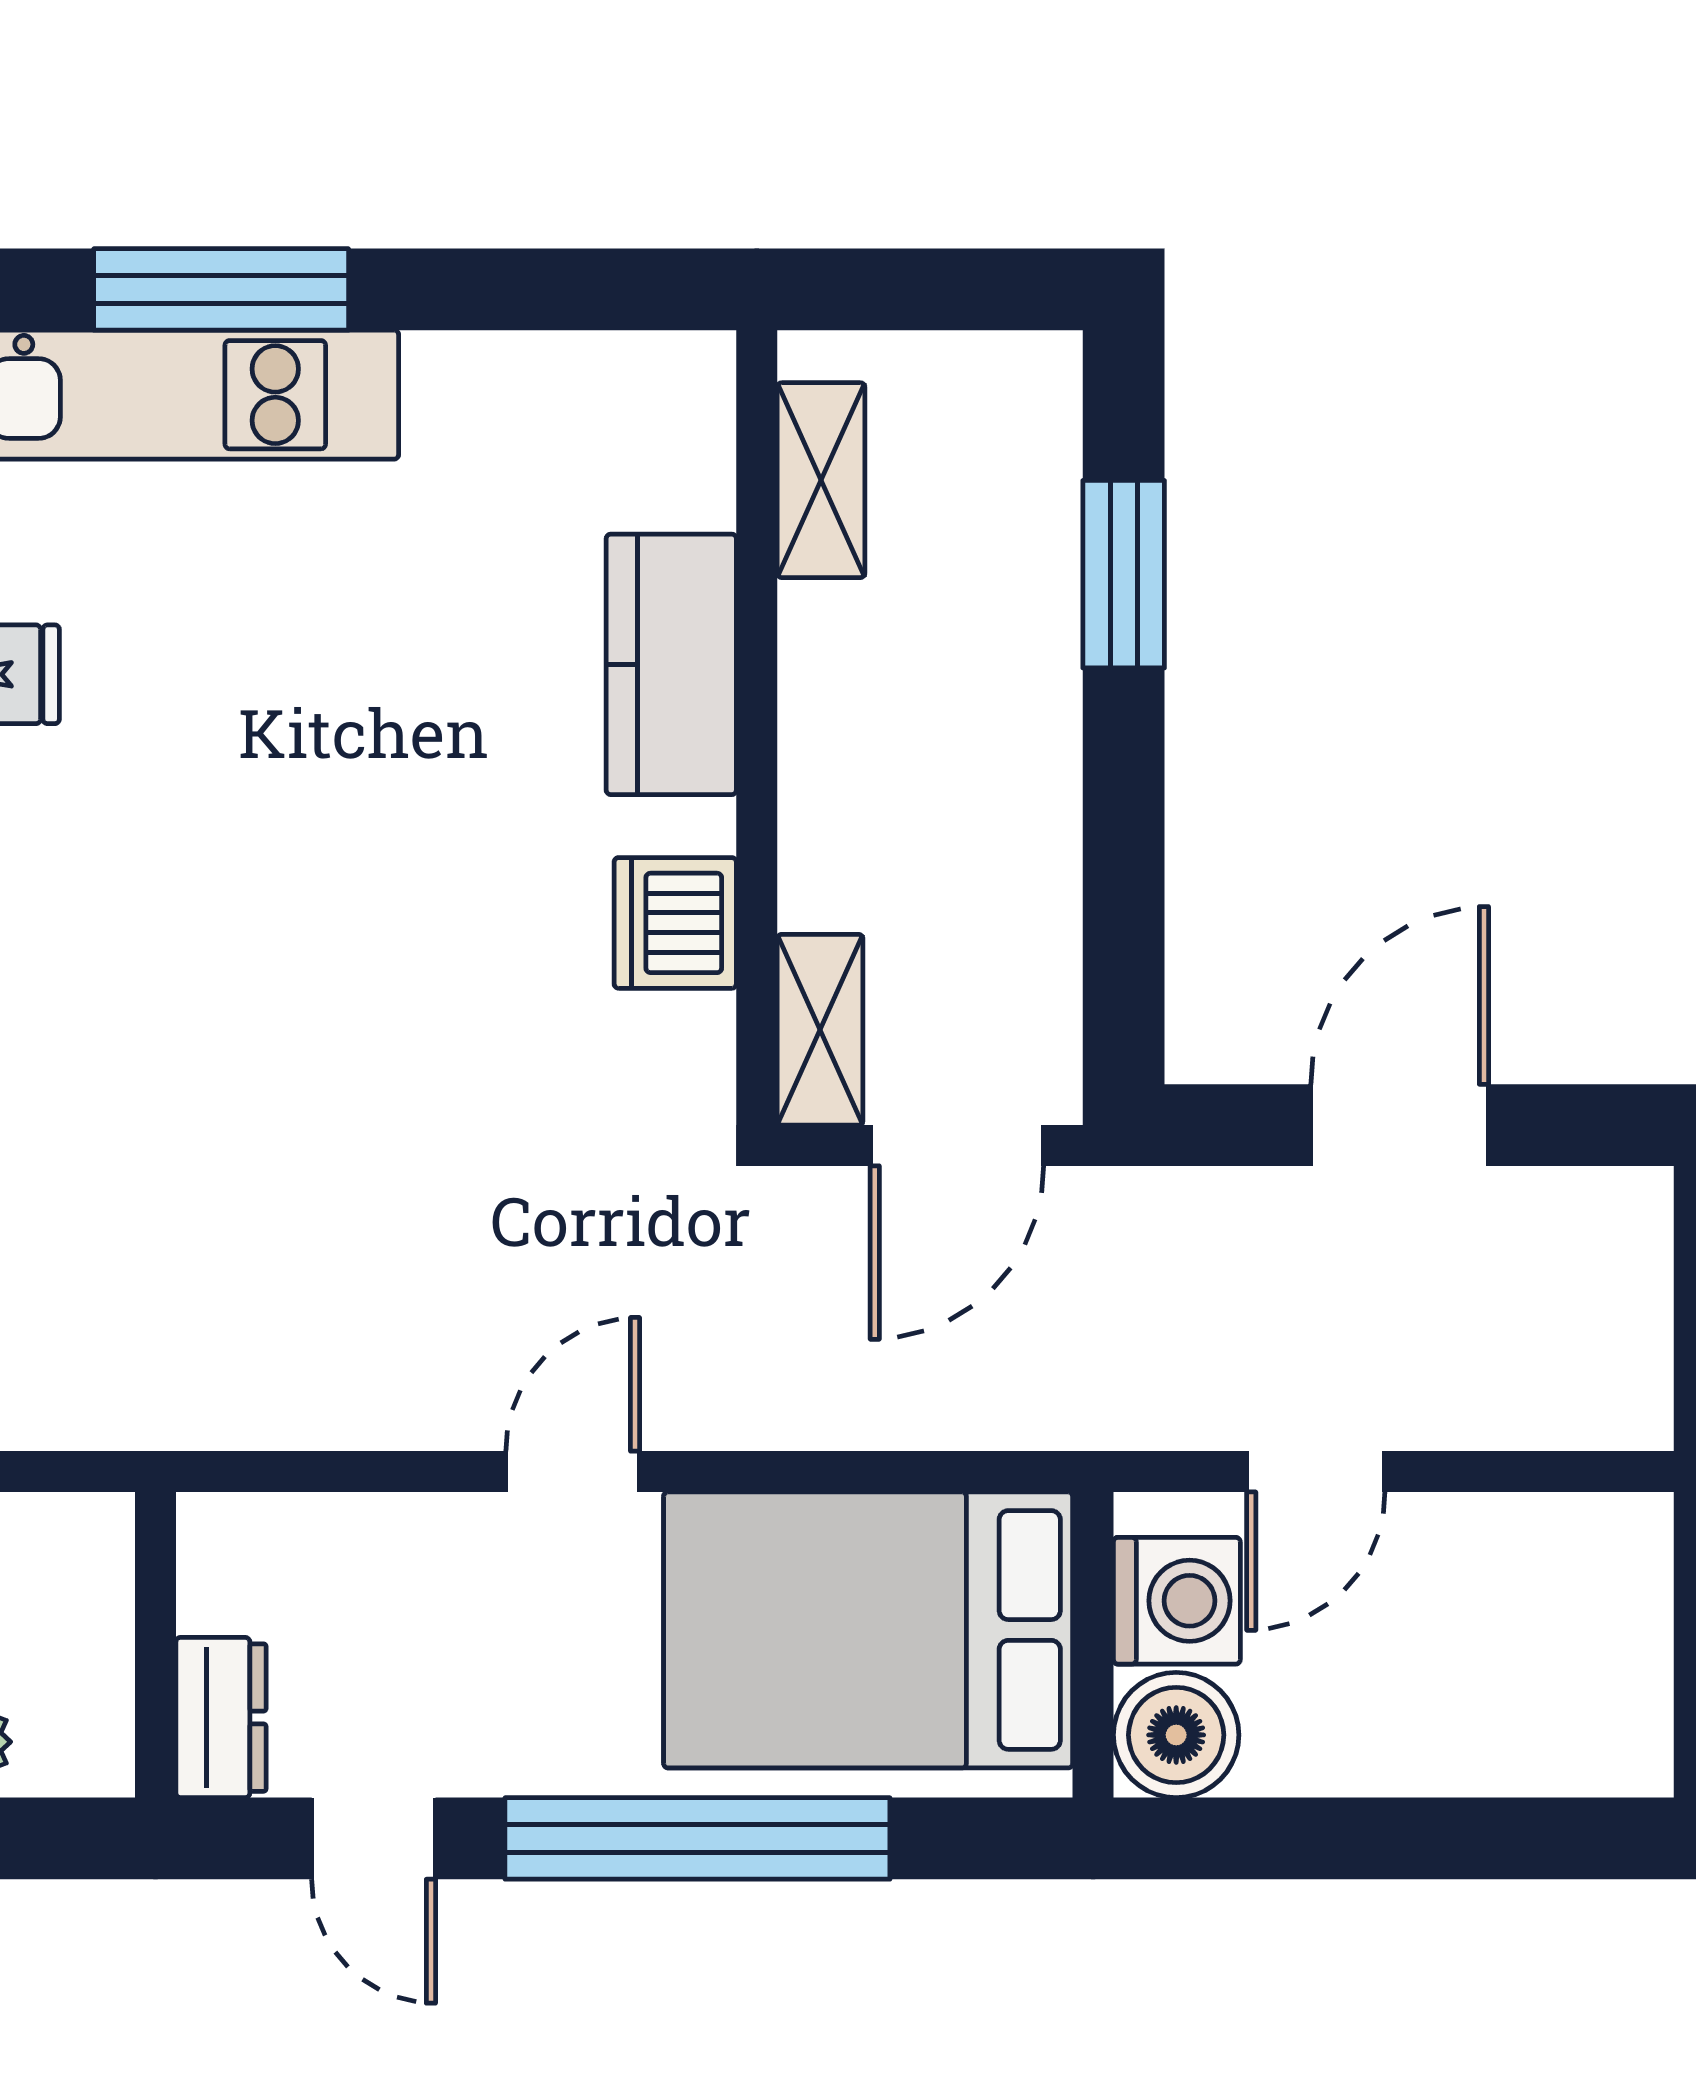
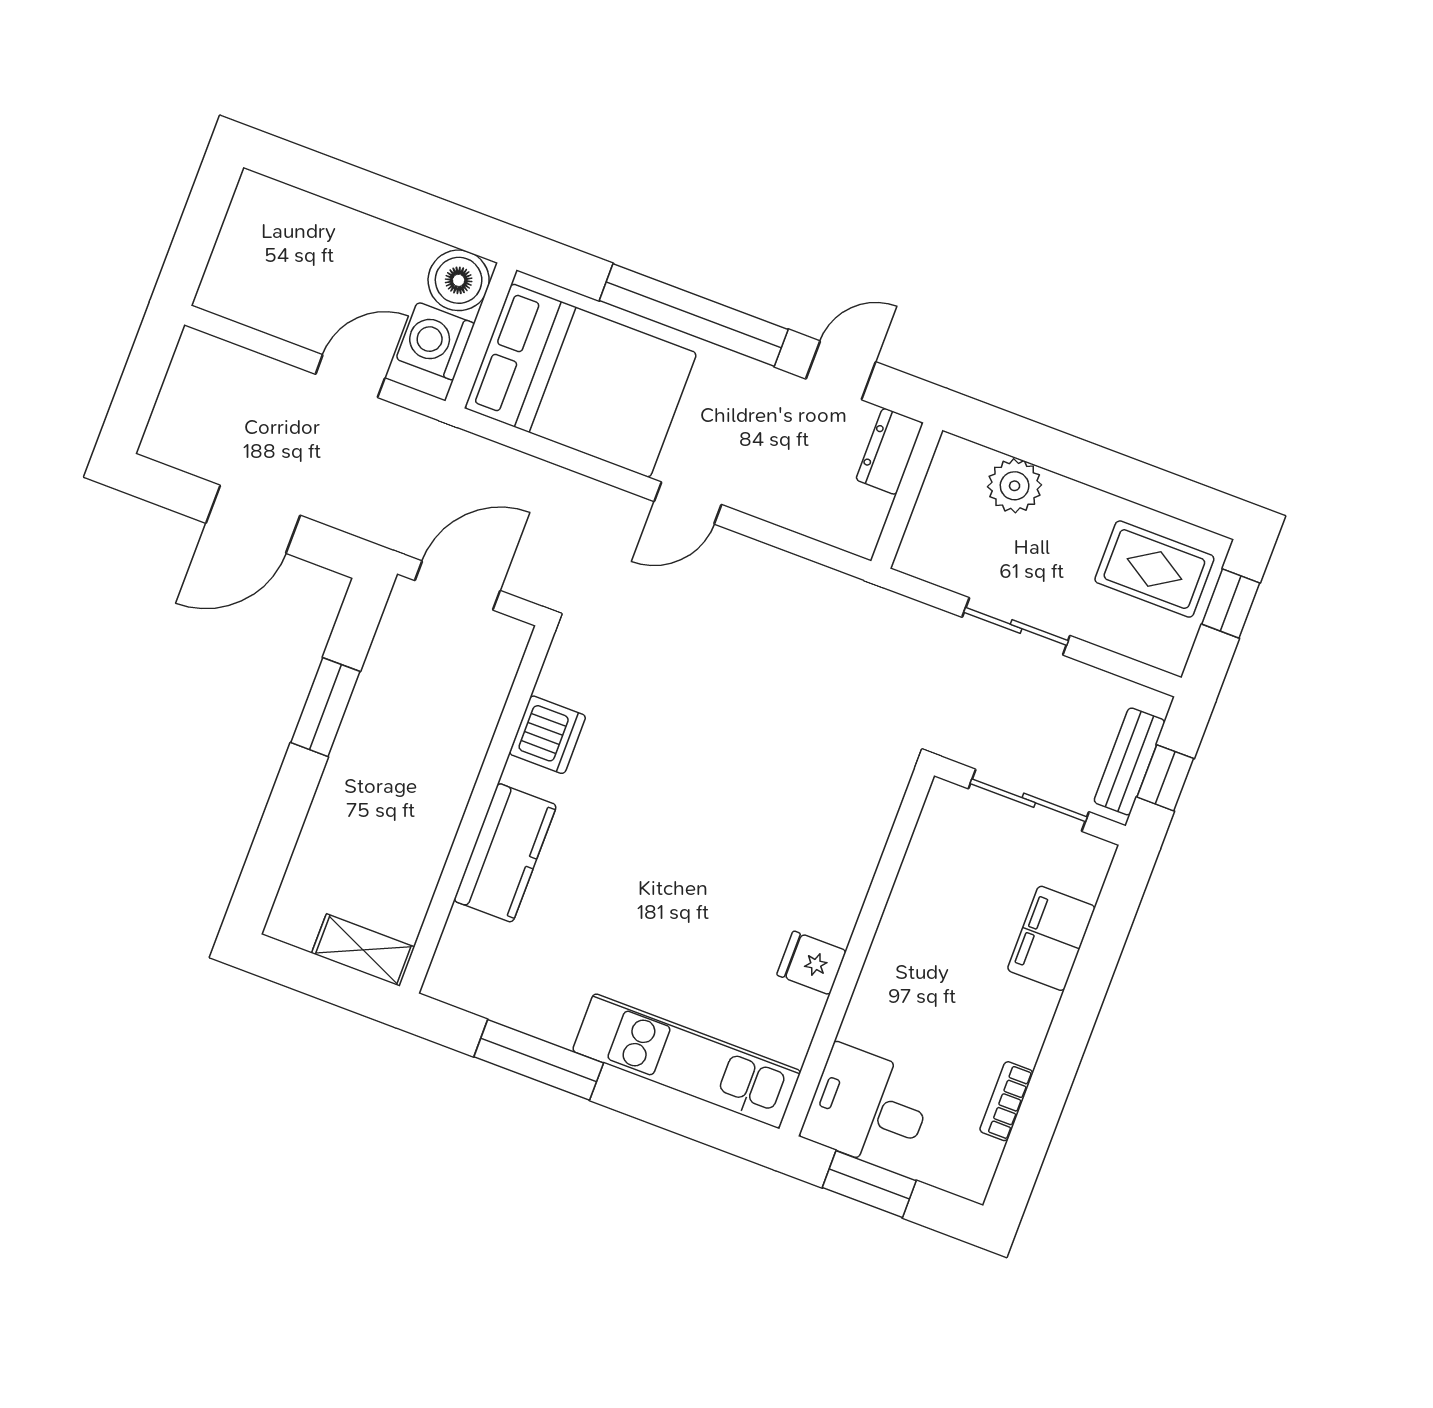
window: (221, 289) -> (539, 1060), moved
shelving: (821, 480) -> (363, 950), moved, turned 90
window: (1124, 574) -> (325, 707), moved
shelving: (820, 1030) -> (500, 661), removed
door: (374, 1838) -> (841, 370), hinge flipped

